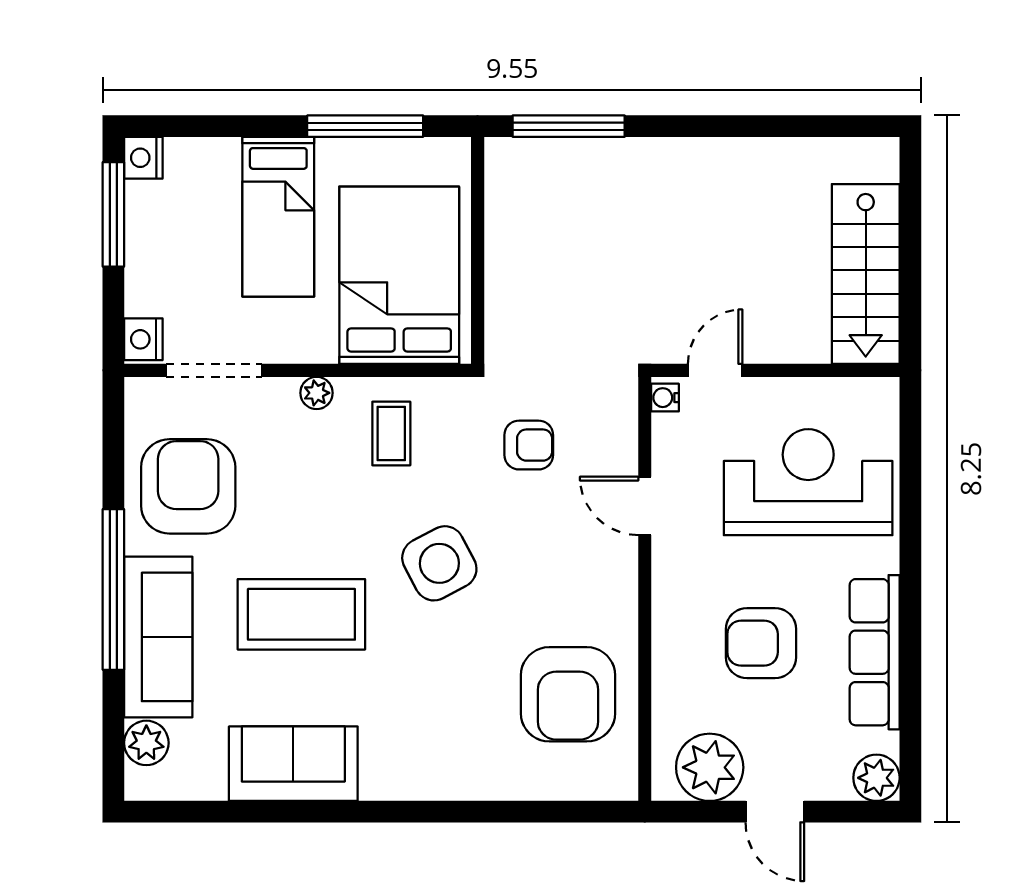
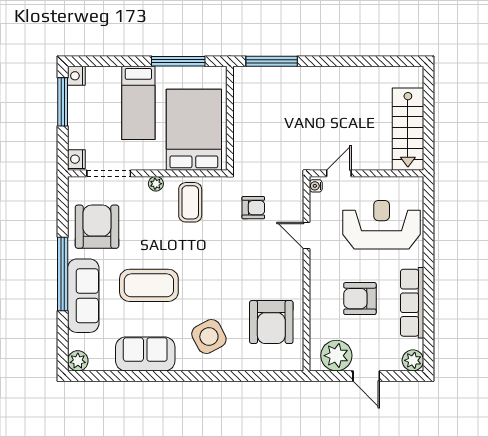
coffee table: (391, 433) -> (190, 202), width x1.36, depth x1.30
side table: (439, 563) -> (209, 336), moved
plant: (146, 743) -> (78, 361), moved

